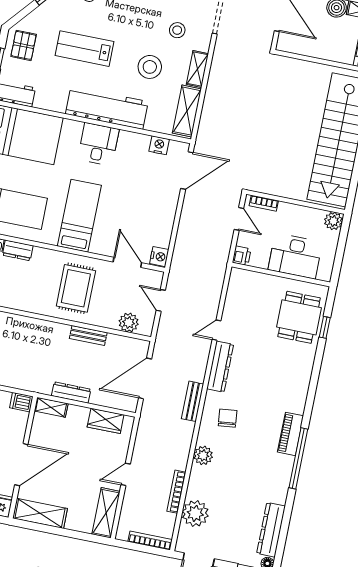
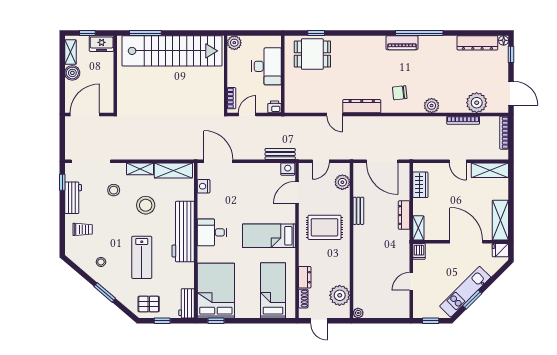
bench: (193, 401) -> (280, 154), moved

